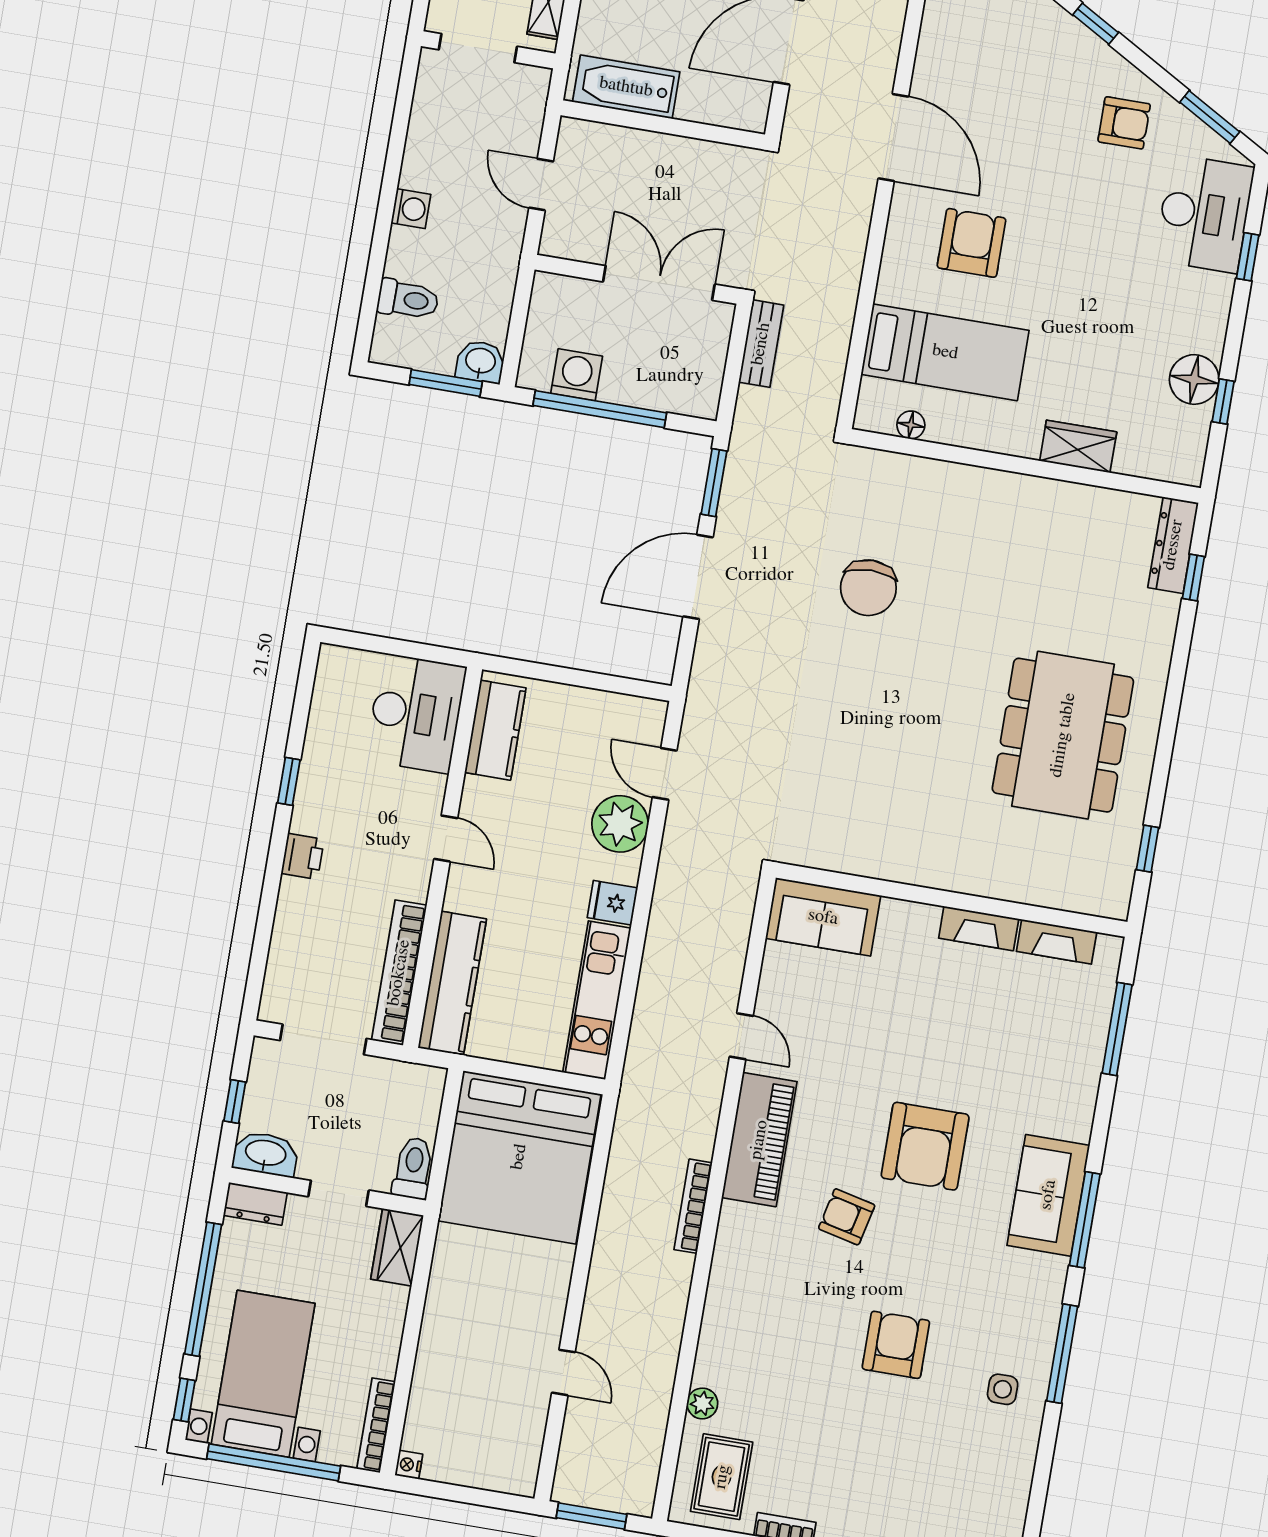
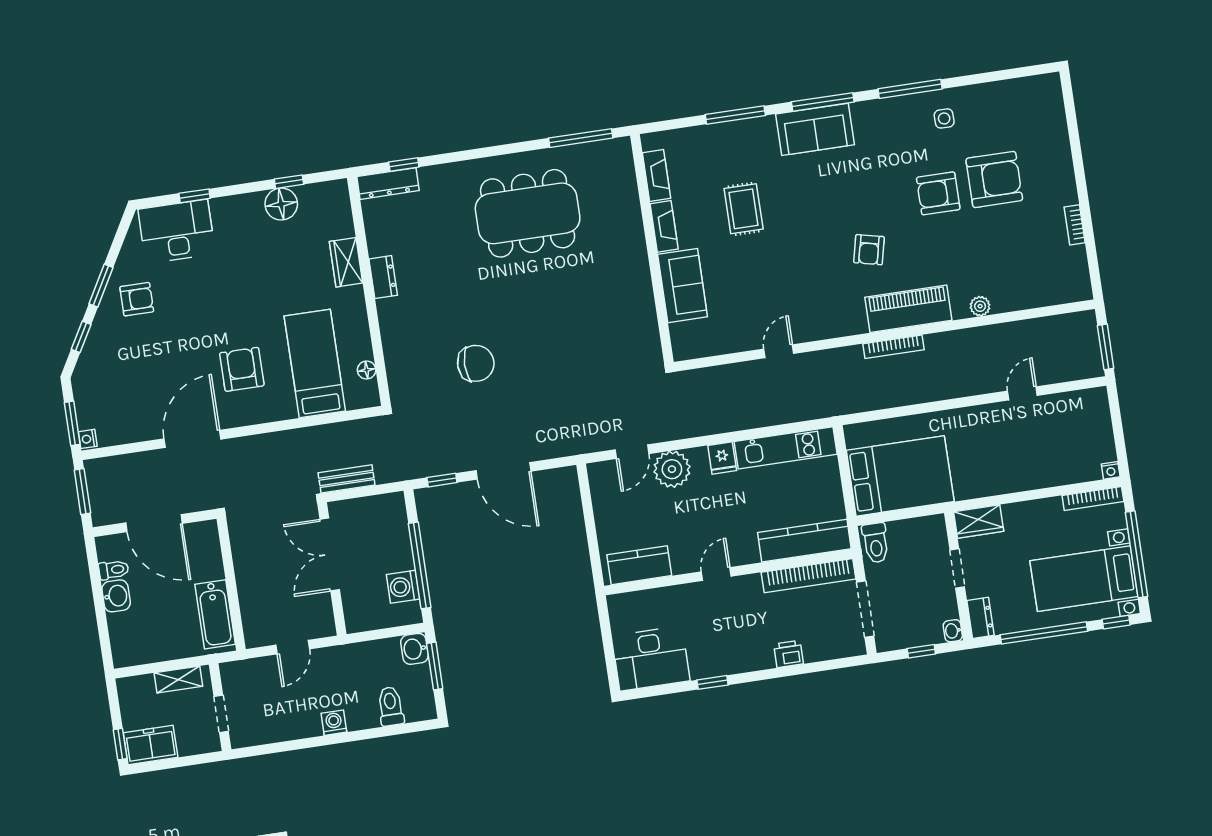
doorway: (478, 48) -> (221, 714), width x0.73
window: (1210, 117) -> (101, 286), moved
armchair: (1124, 123) -> (137, 299), turned 90
armchair: (971, 243) -> (242, 369), turned 90
window: (714, 483) -> (442, 480), width x0.67
dresser: (1039, 494) -> (383, 277), added
desk: (416, 713) -> (651, 659), moved, turned 180
window: (1148, 849) -> (581, 138), width x2.17
printer: (303, 856) -> (789, 654), moved
sofa: (823, 917) -> (683, 286), moved
window: (1117, 1029) -> (735, 115), moved
piano: (759, 1140) -> (908, 309), moved
armchair: (925, 1146) -> (994, 179), moved
washbasin: (266, 1154) -> (953, 631), width x0.52, depth x0.69
bed: (519, 1157) -> (900, 476), width x0.73
toilet: (413, 1168) -> (876, 543), moved, turned -90
plant: (702, 1403) -> (980, 306), moved
rug: (722, 1477) -> (744, 209), moved, turned 90

